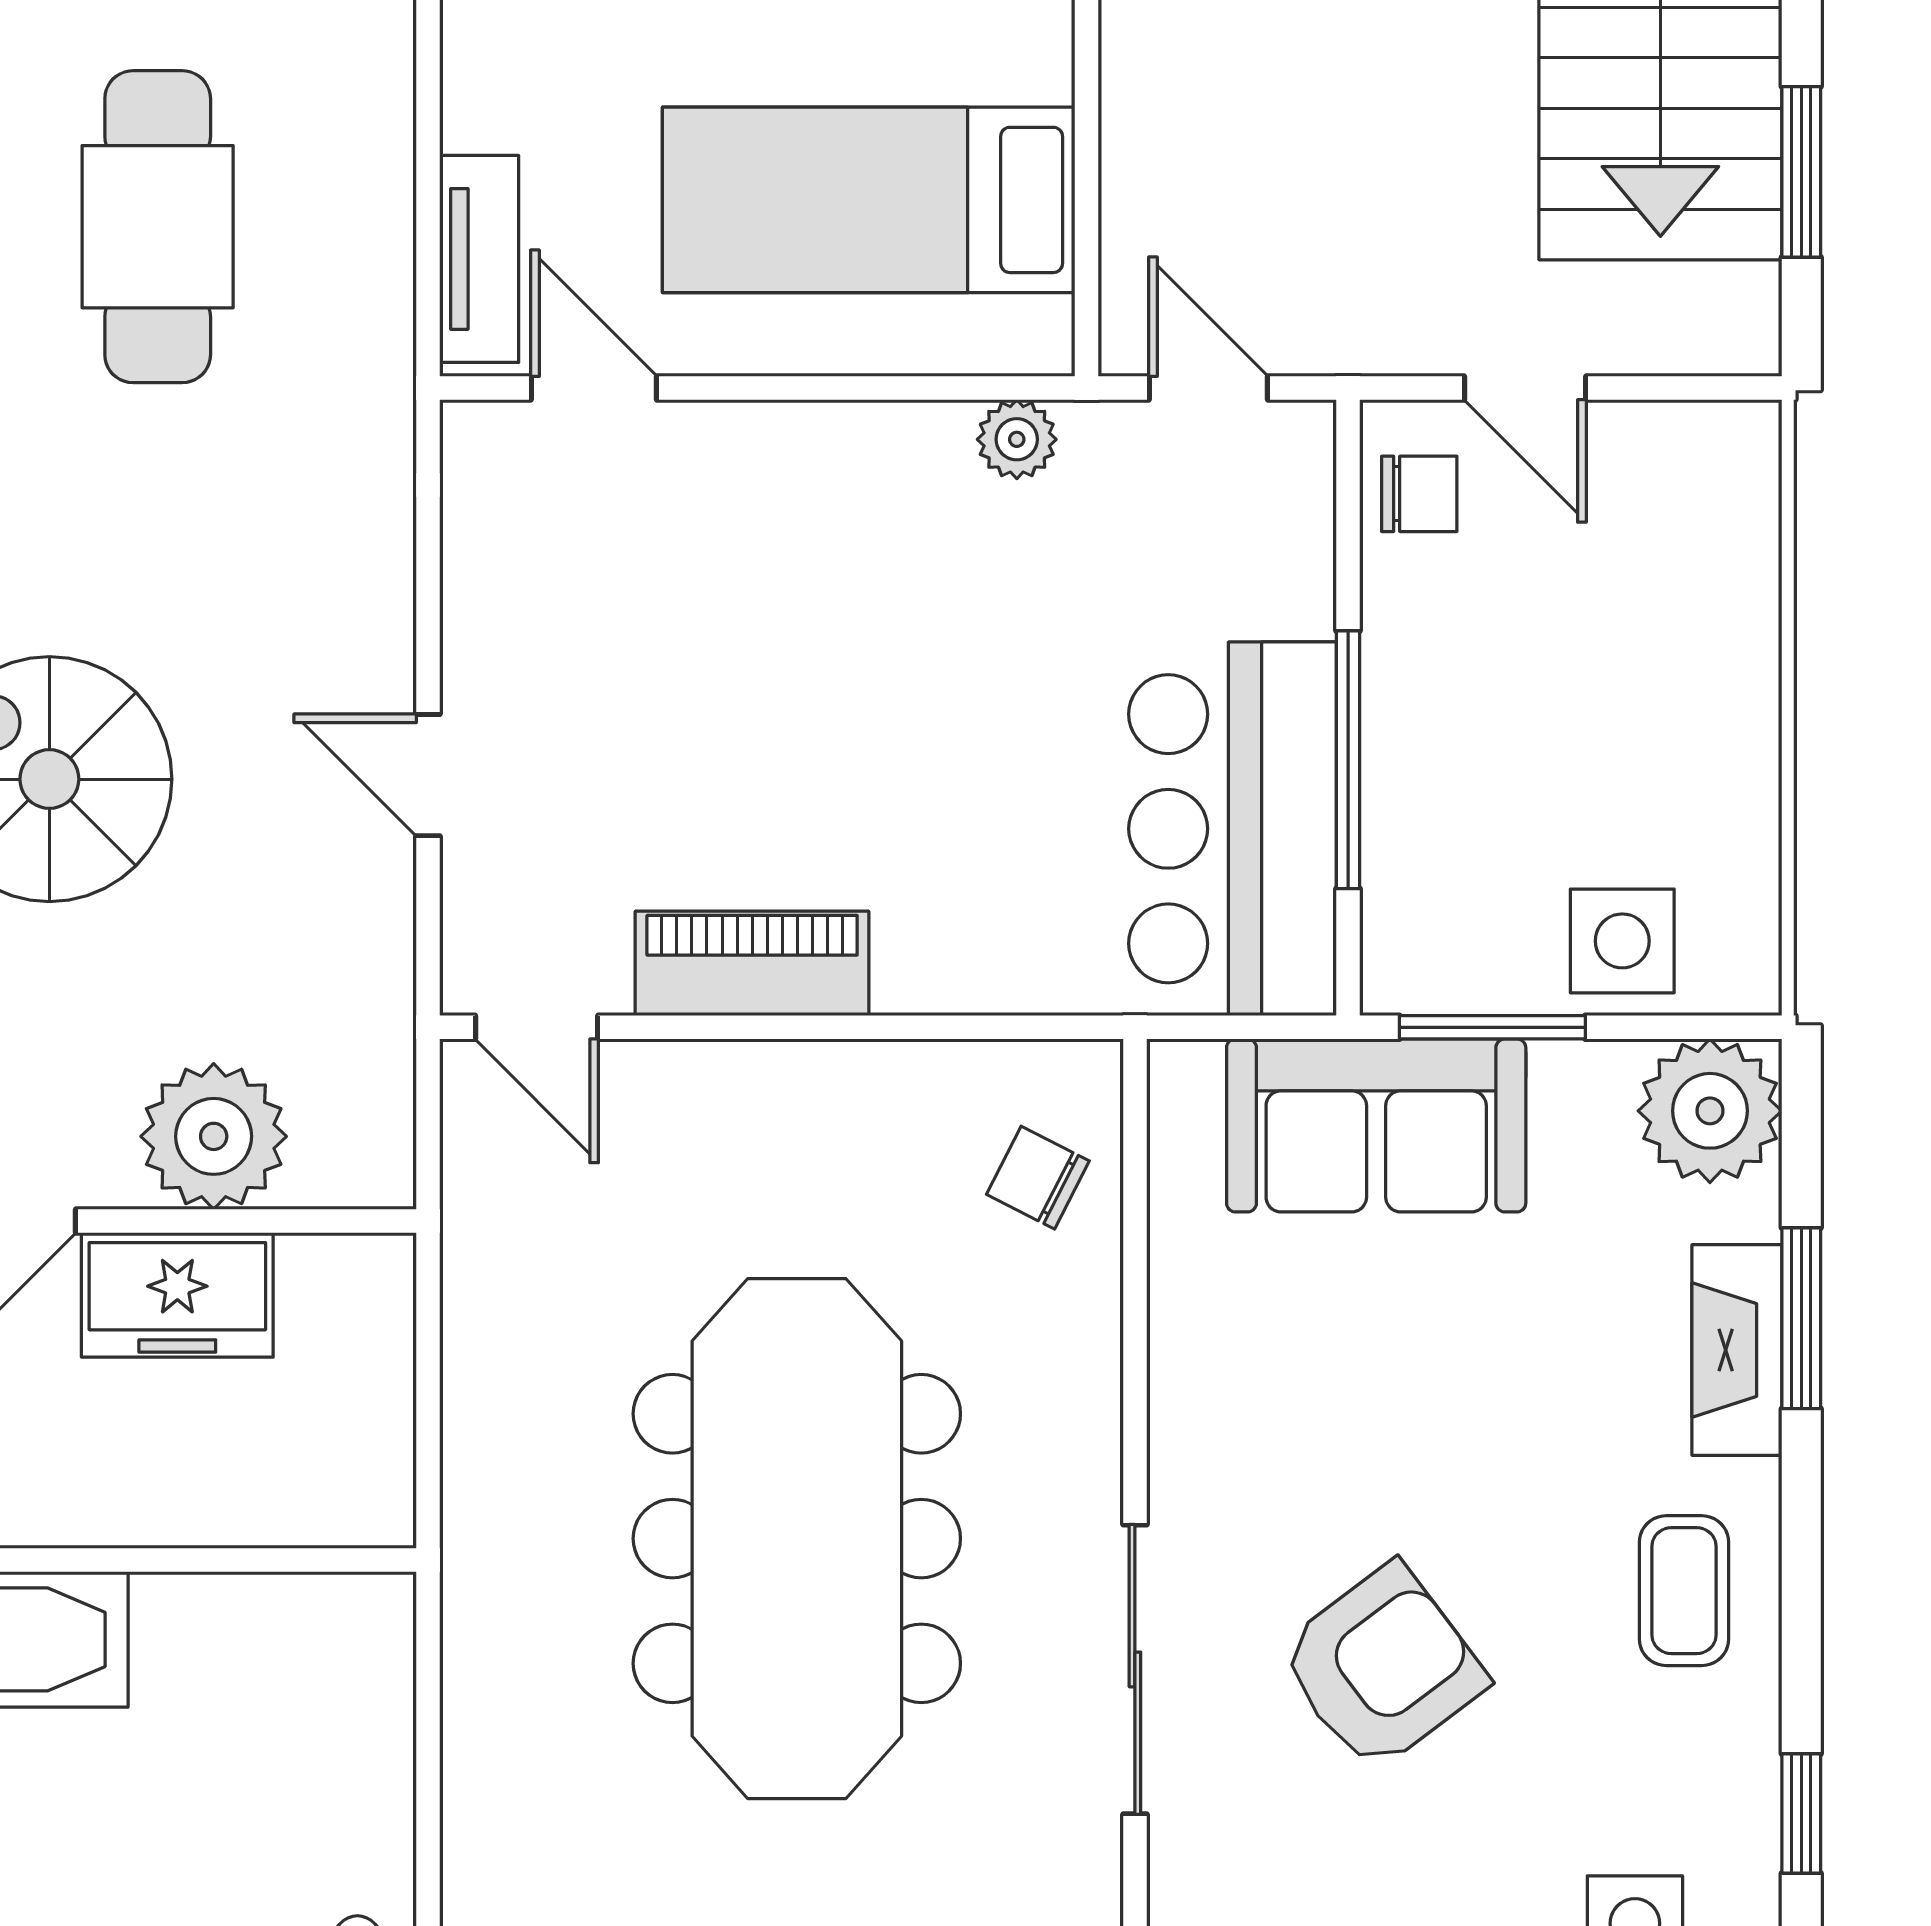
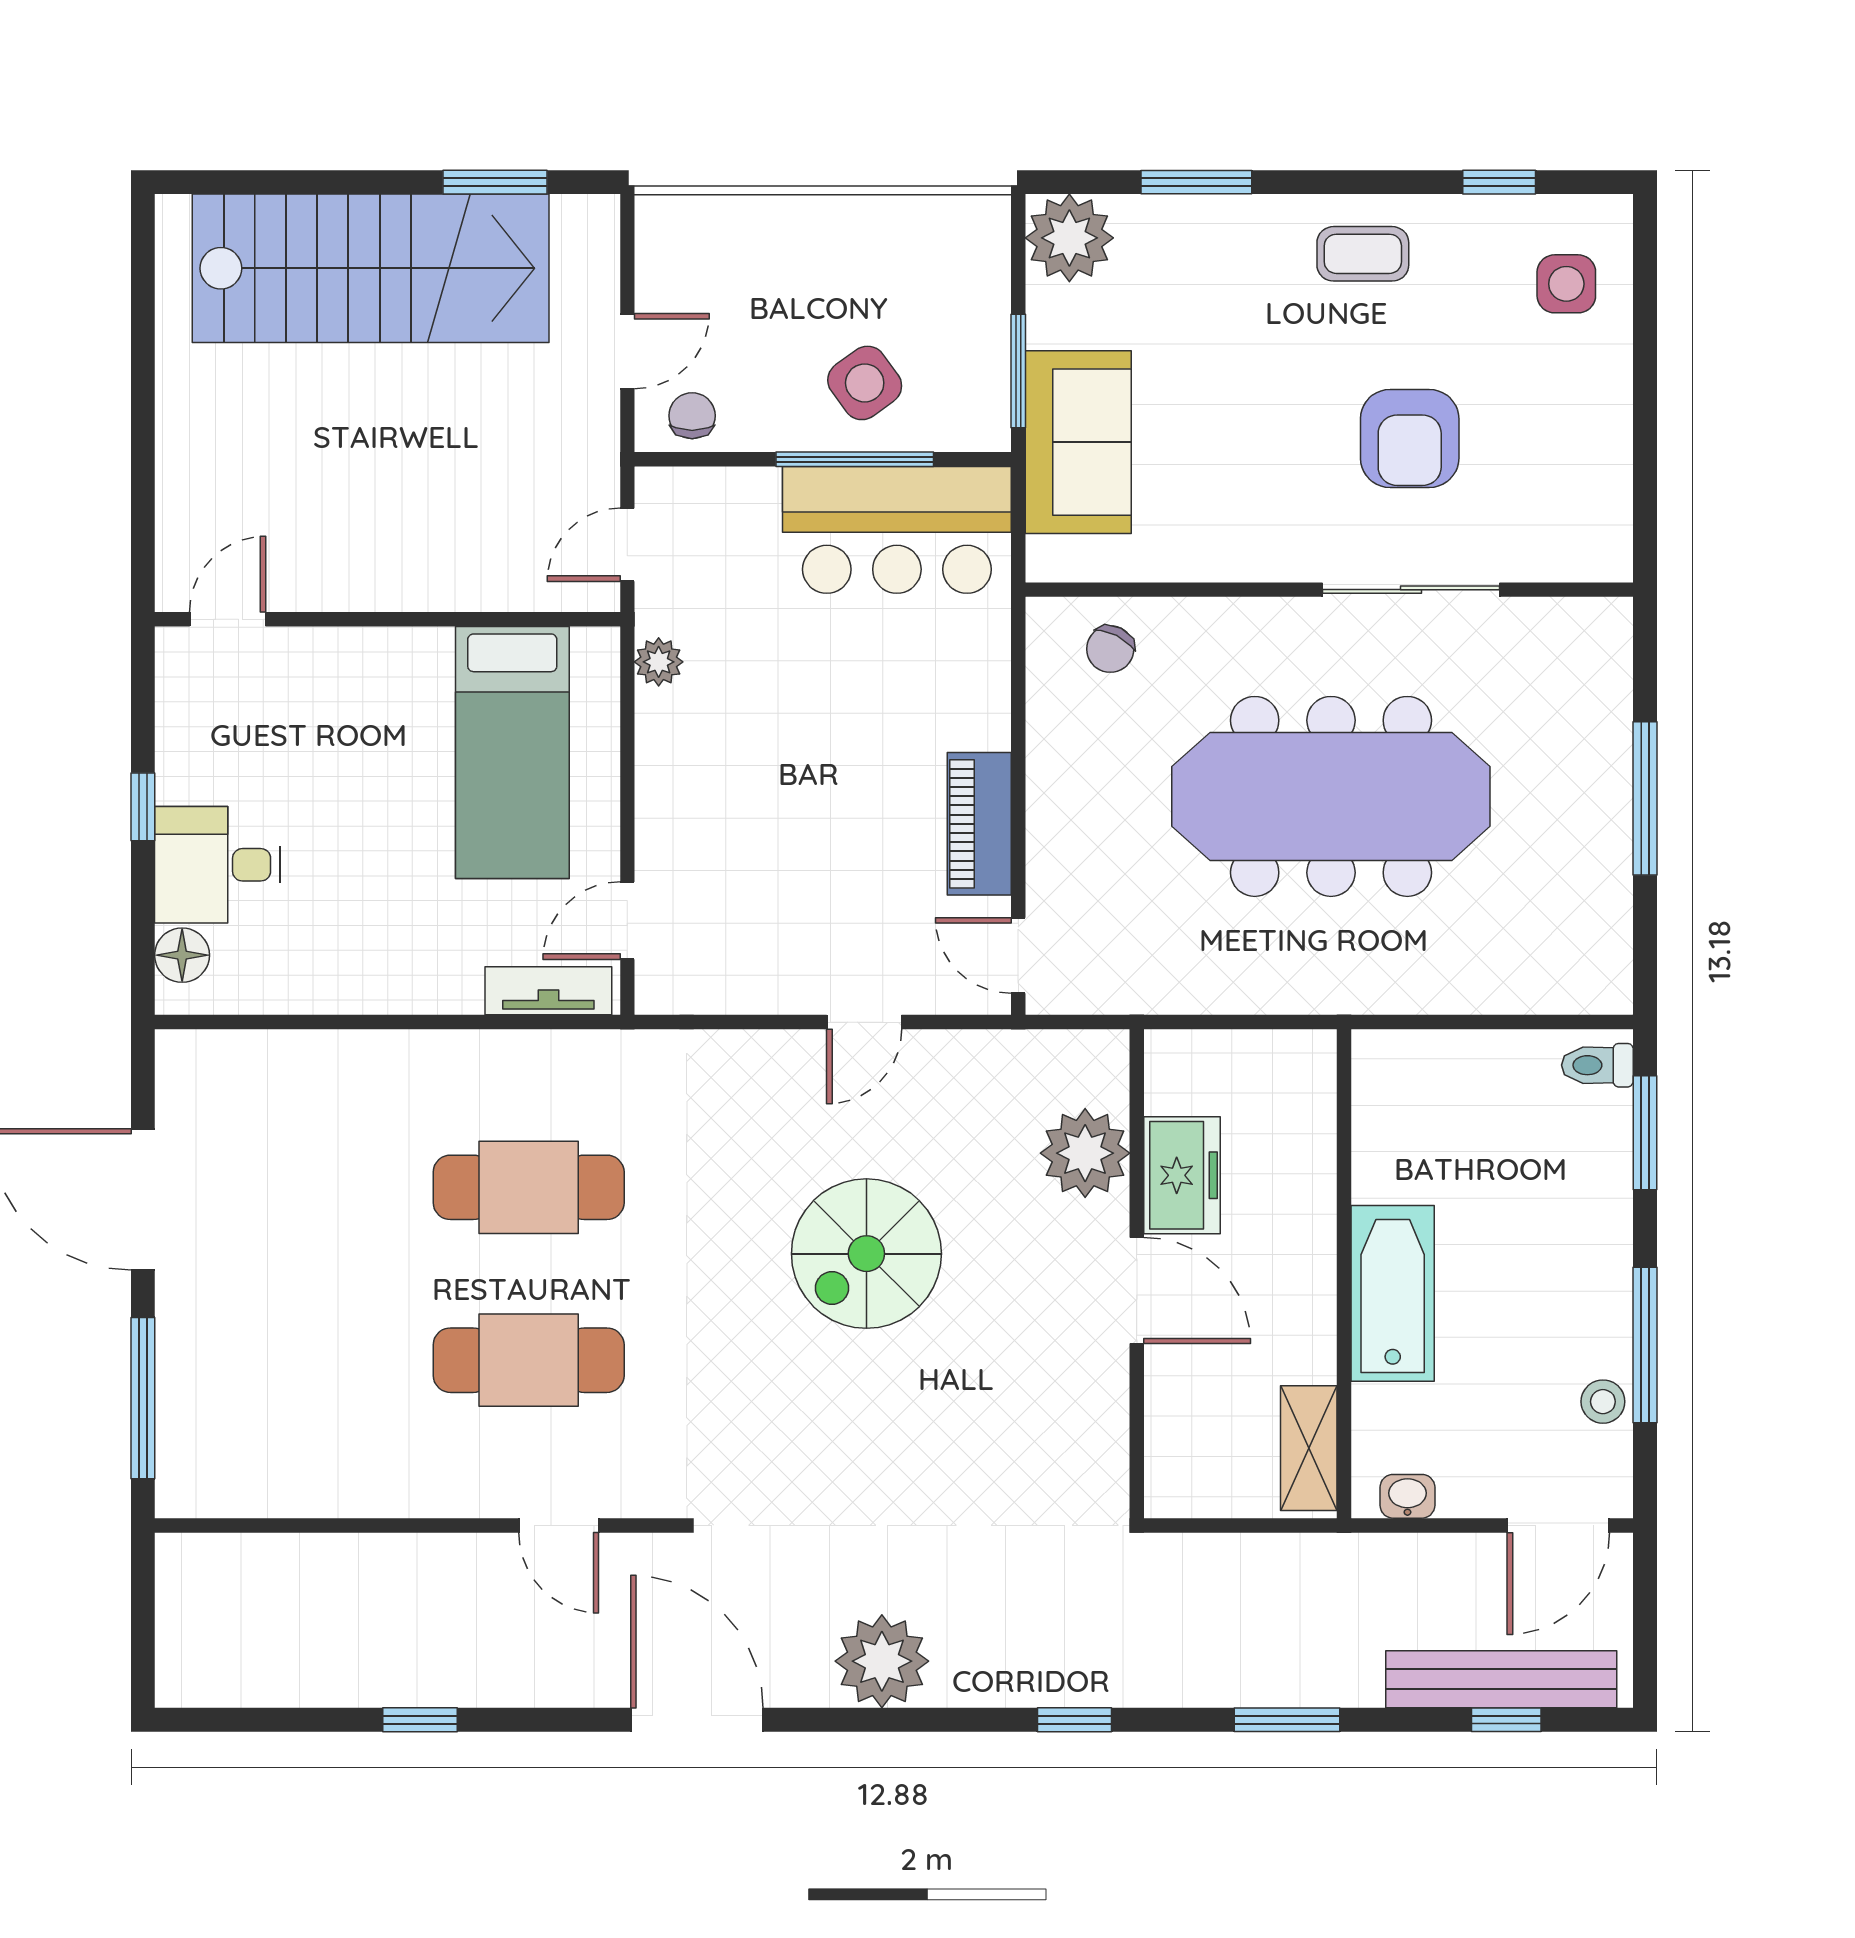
side table: (1622, 941) -> (865, 383), moved, turned -36
door: (537, 1027) -> (1018, 956), swing flipped
fireplace: (1737, 1350) -> (1216, 221), removed
armchair: (1382, 1667) -> (1410, 438), turned -143

